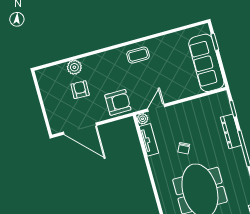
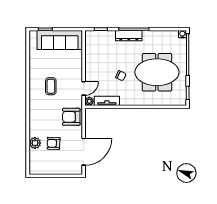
coffee table: (138, 55) -> (51, 86), moved
armchair: (118, 102) -> (71, 117), turned -90
door: (156, 108) -> (84, 88), swing flipped
dresser: (231, 131) -> (129, 36), moved

